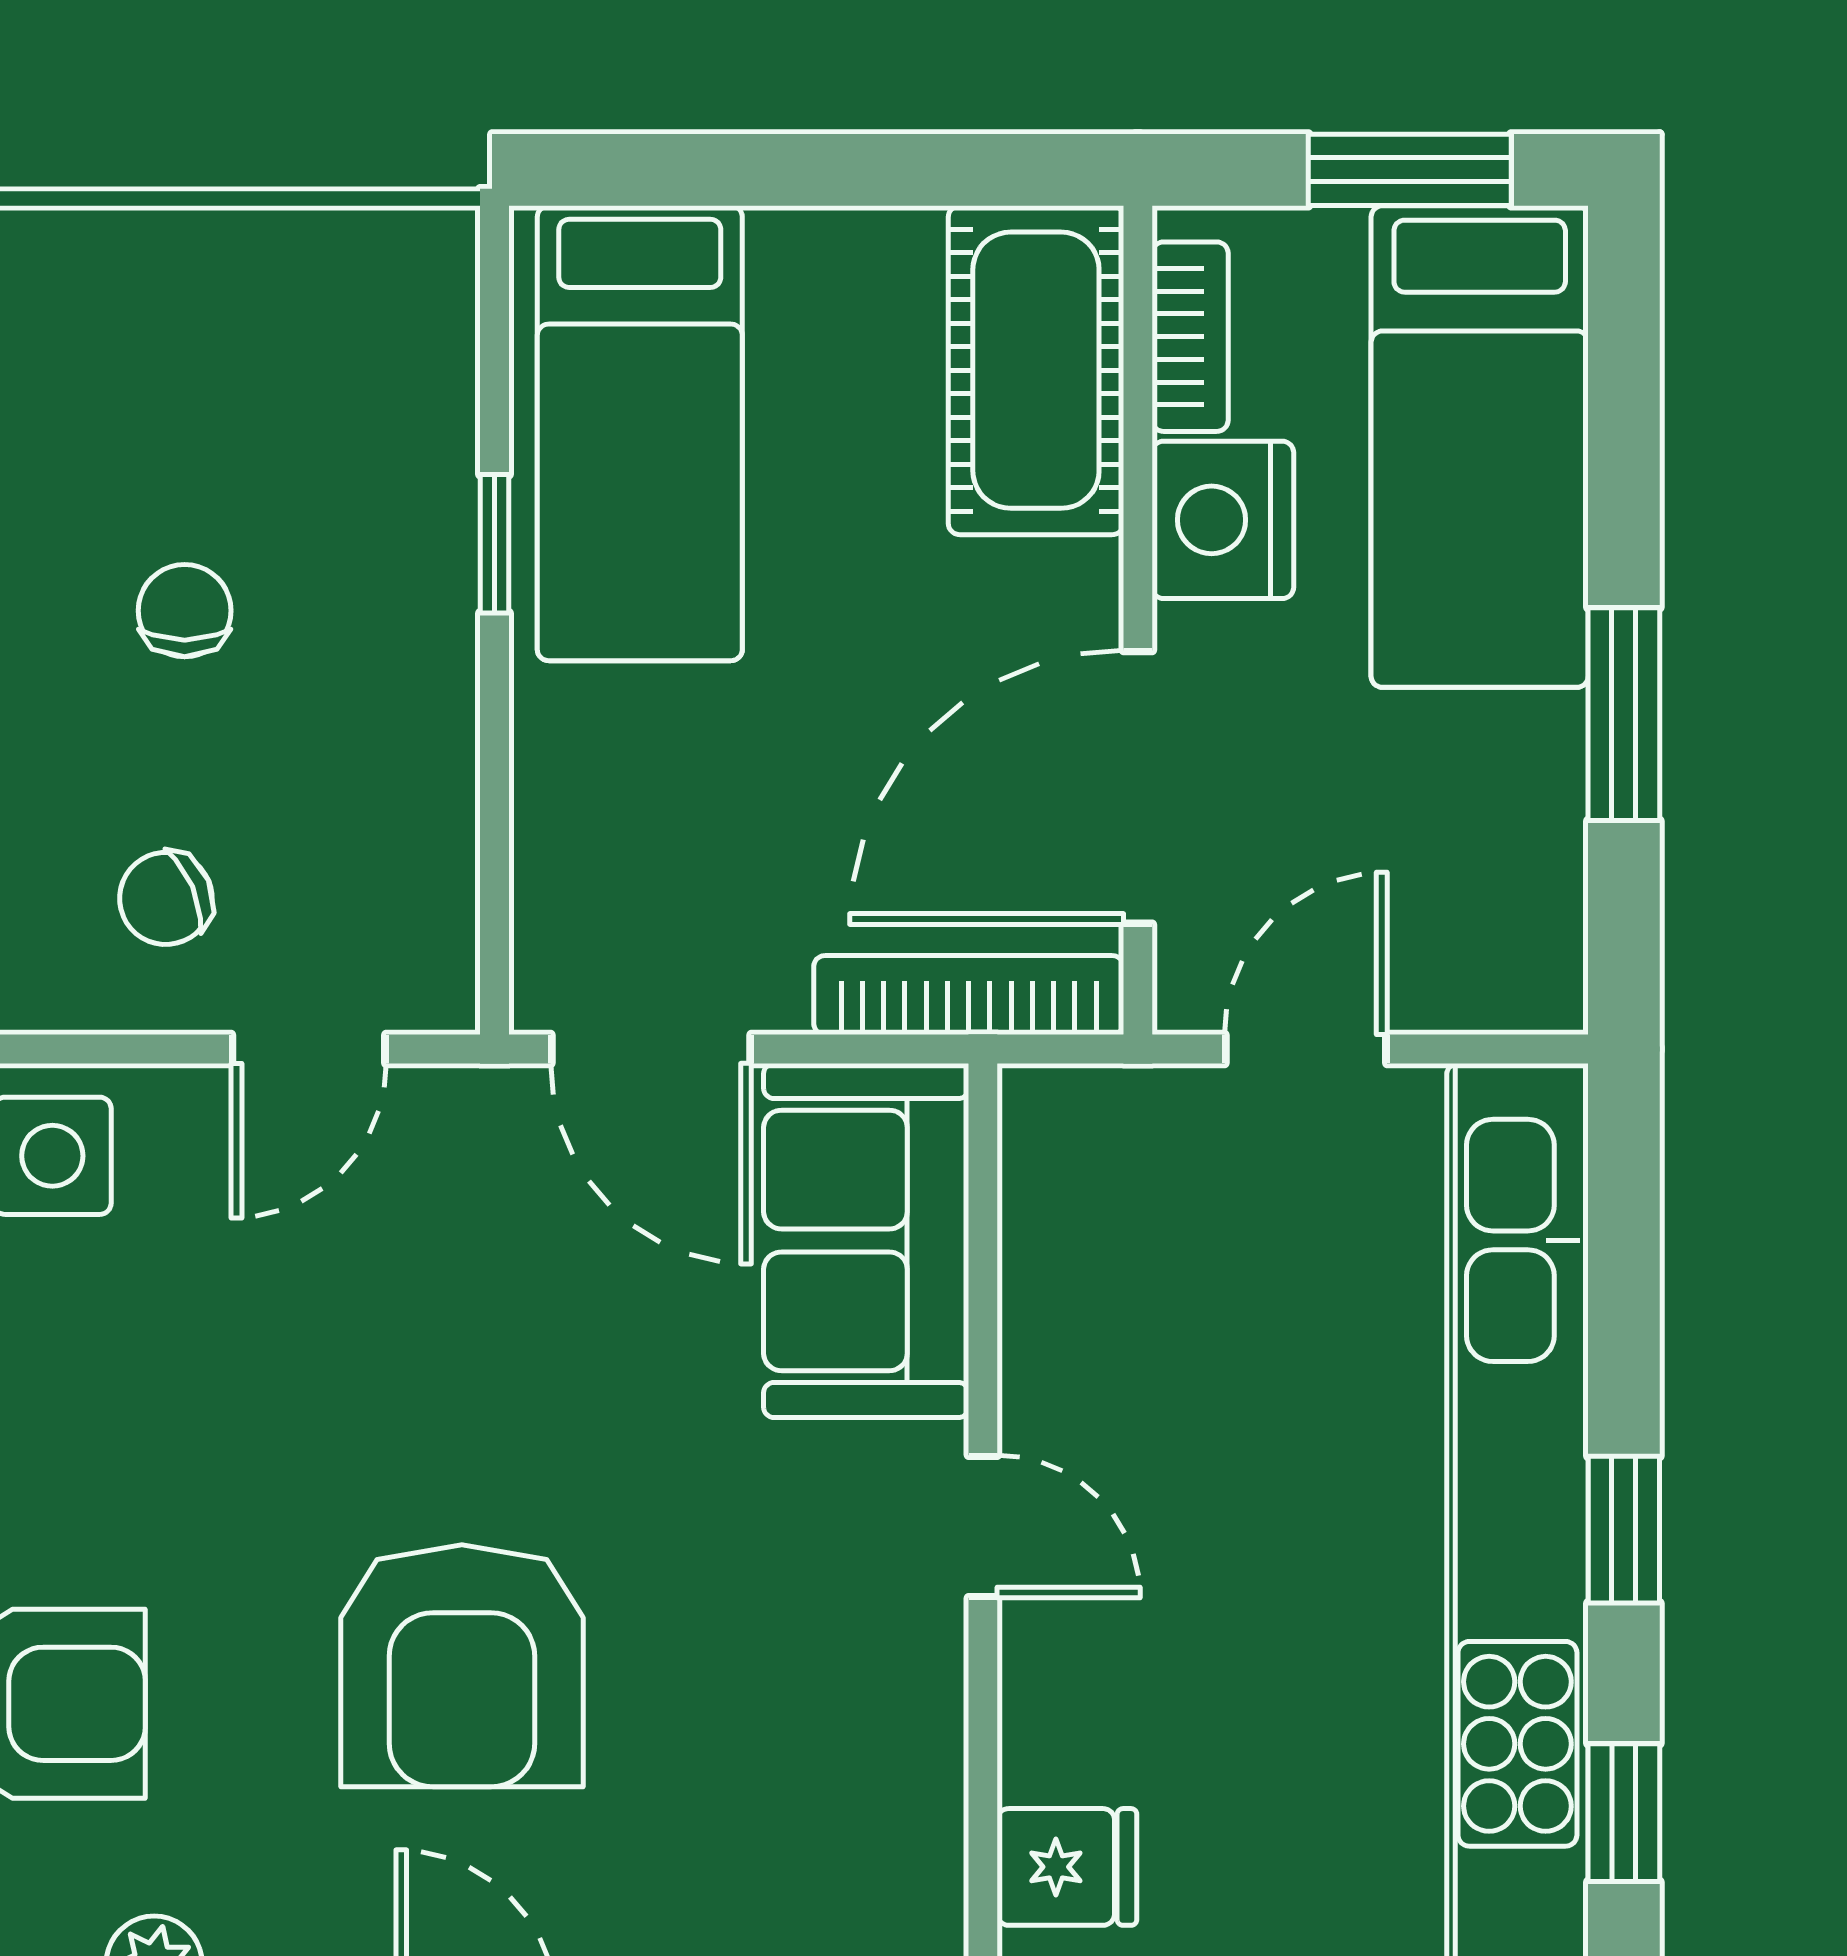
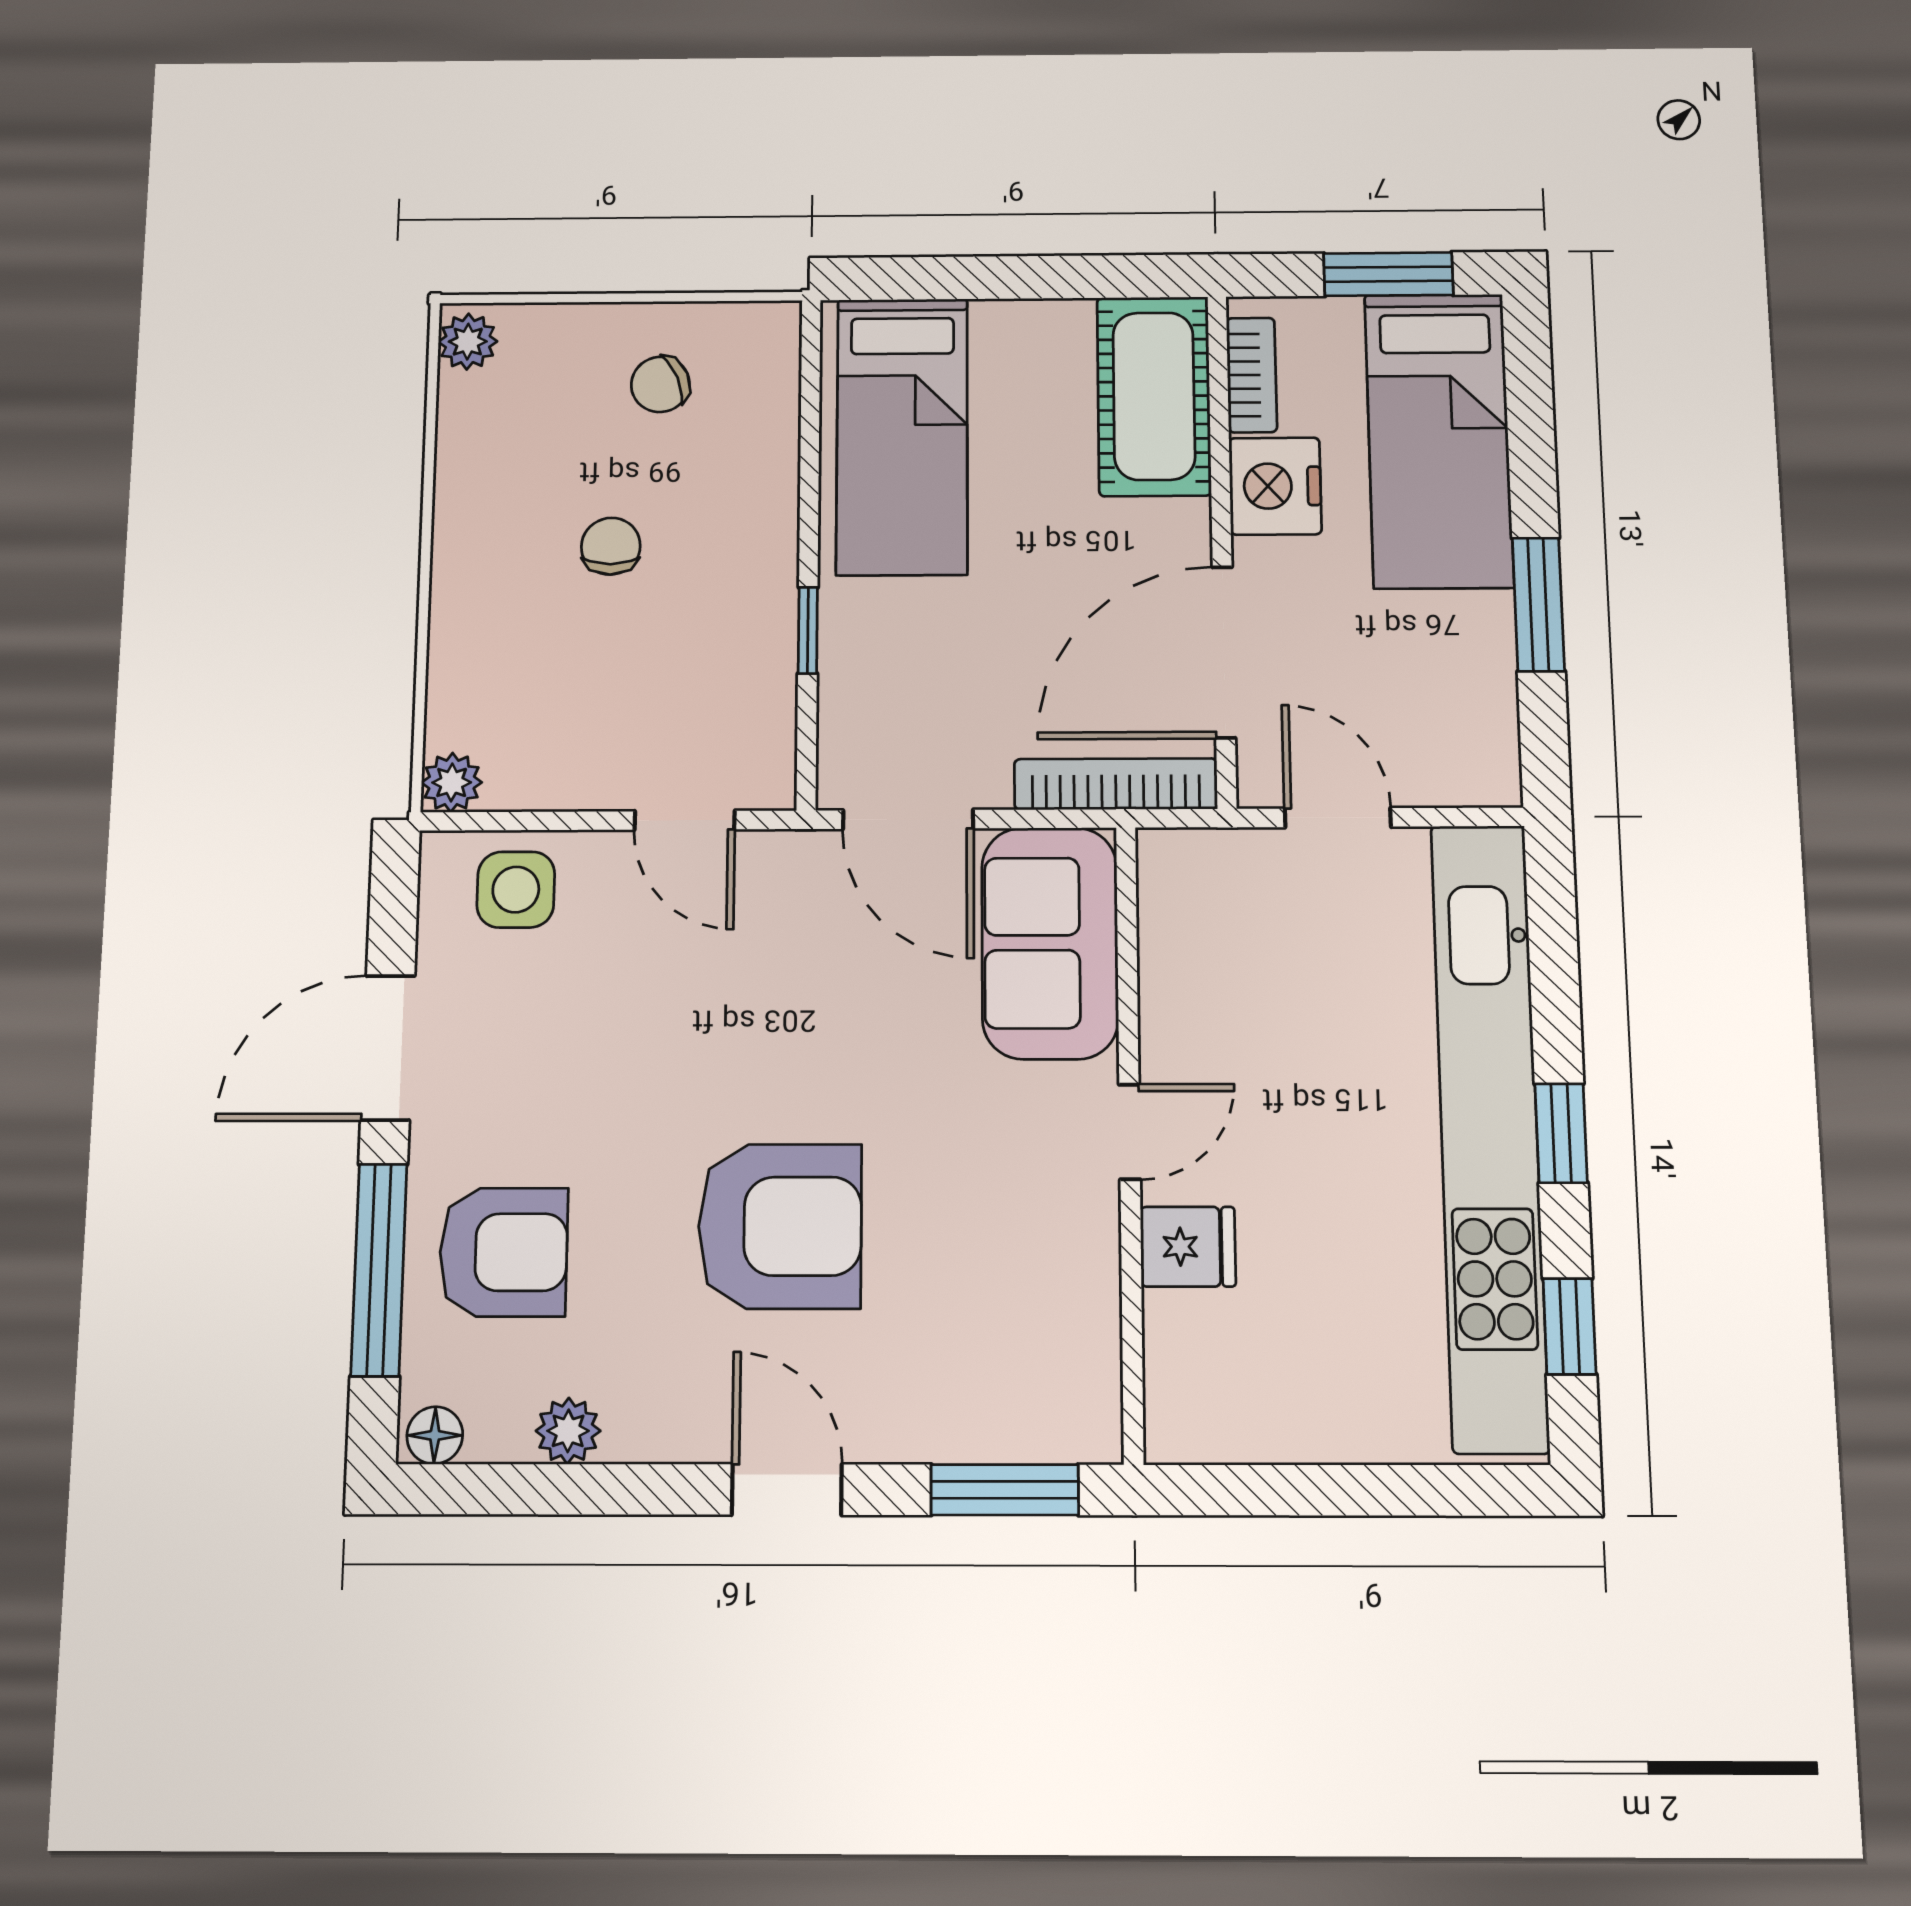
window: (495, 544) -> (808, 630), moved
chair: (166, 898) -> (660, 384), moved
door: (309, 1049) -> (685, 820), hinge flipped
door: (1306, 1049) -> (1338, 818), hinge flipped
door: (983, 1527) -> (1130, 1132), hinge flipped
armchair: (462, 1666) -> (780, 1226), turned -90
fridge: (1067, 1867) -> (1188, 1247), moved

